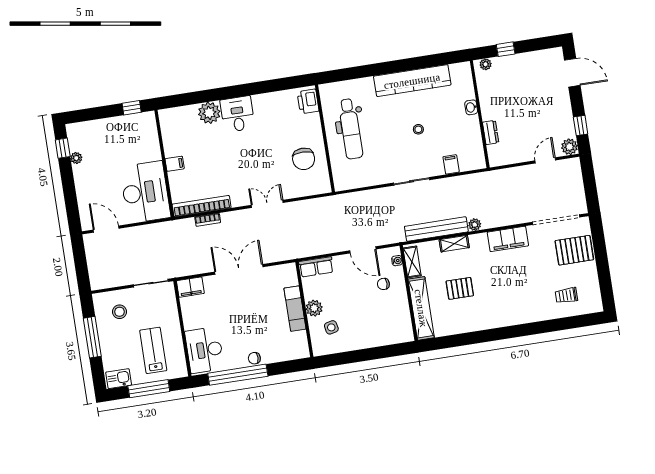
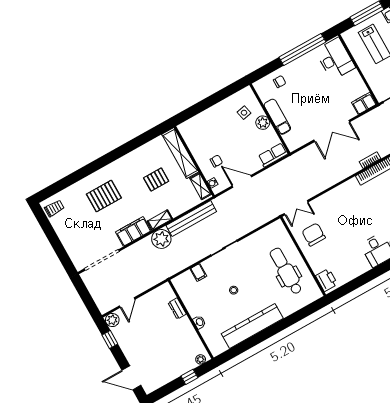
double door: (267, 204) -> (296, 208), moved
plant: (475, 225) -> (161, 239), width x1.88, depth x1.88
shelving: (454, 244) -> (160, 220), moved
pallet: (574, 250) -> (104, 196), moved
trolley: (566, 295) -> (54, 208), moved
chair: (254, 358) -> (280, 82), moved

